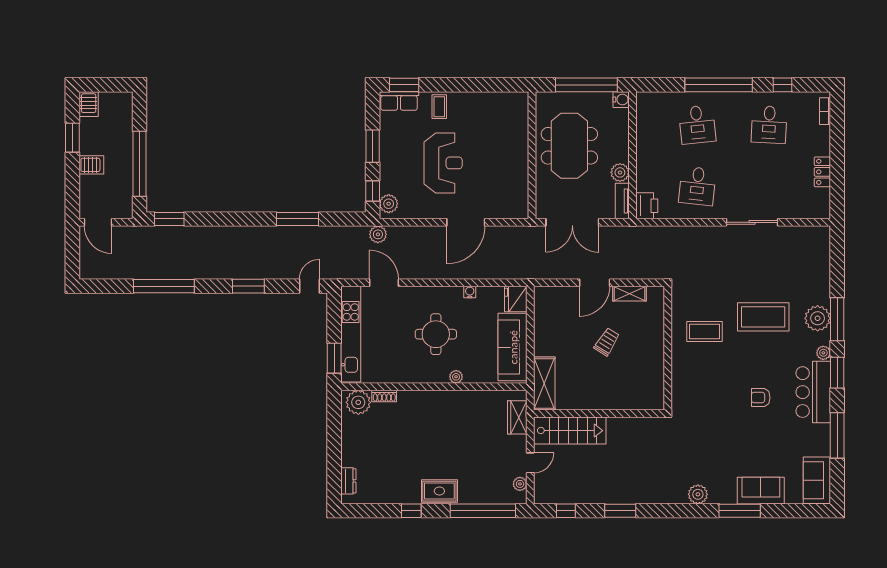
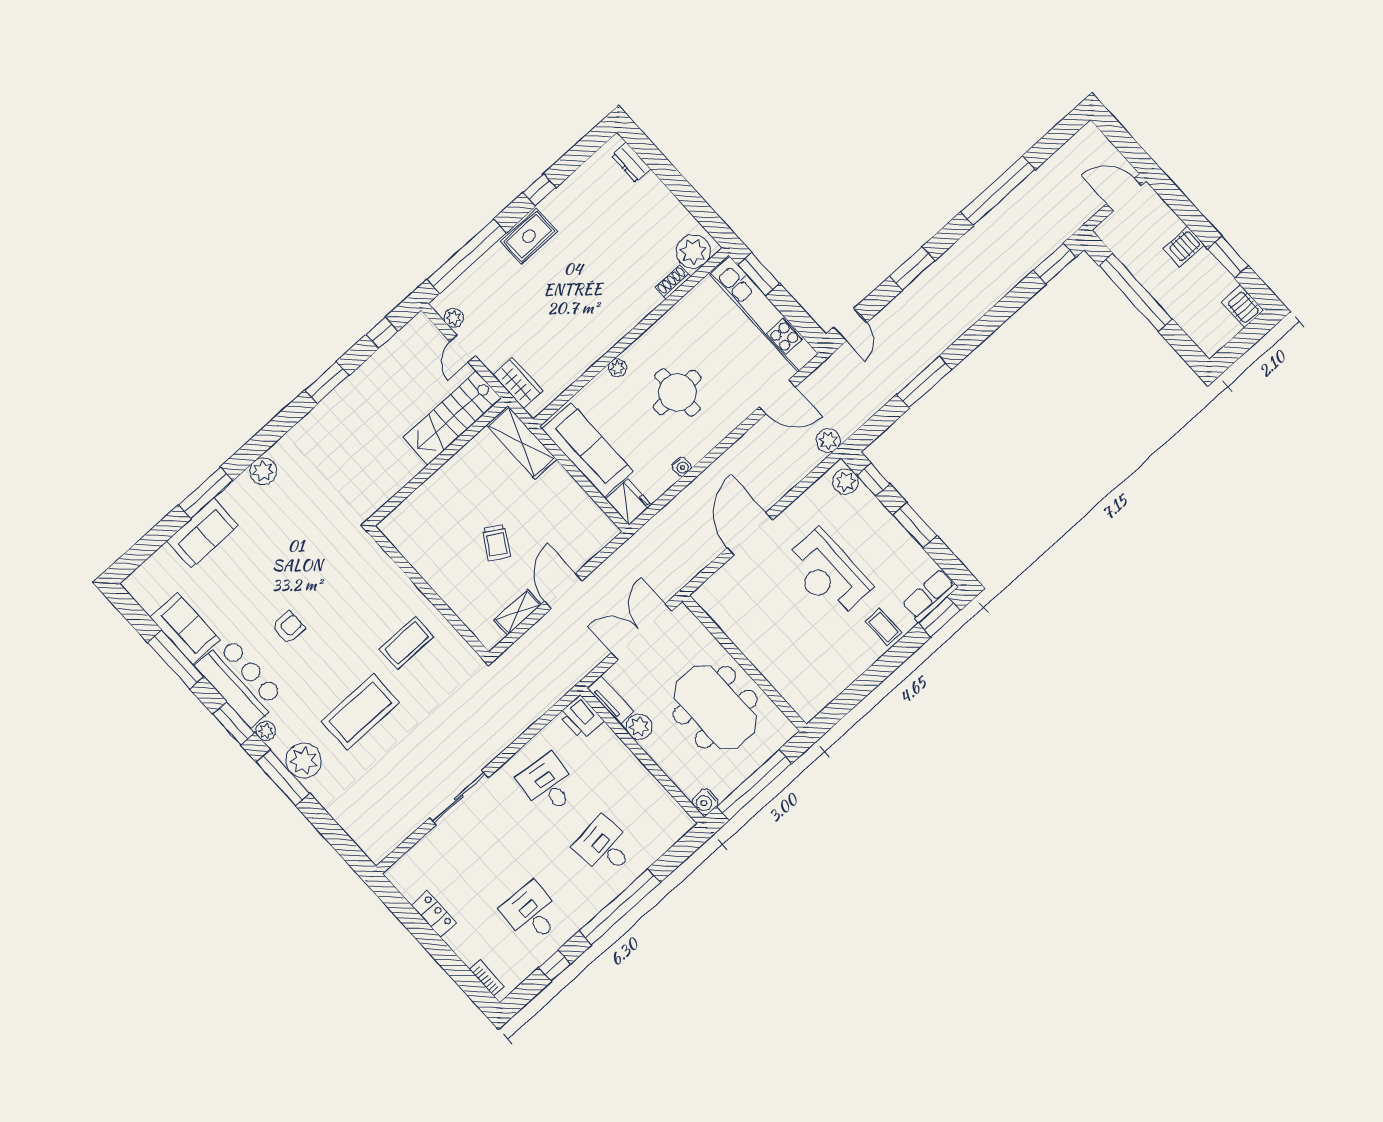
sofa: (817, 480) -> (185, 628), moved

